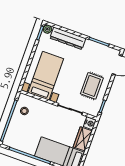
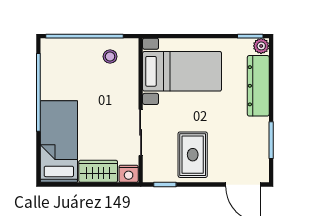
rug: (92, 86) -> (193, 155), turned 90

